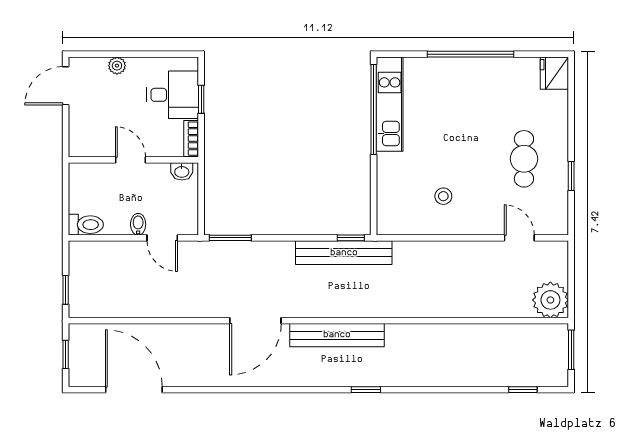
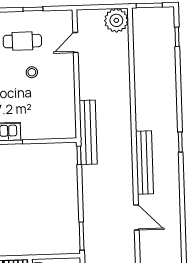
stool: (443, 196) -> (32, 72), moved
bench: (344, 253) -> (88, 132), moved
door: (255, 321) -> (136, 217), width x0.73

